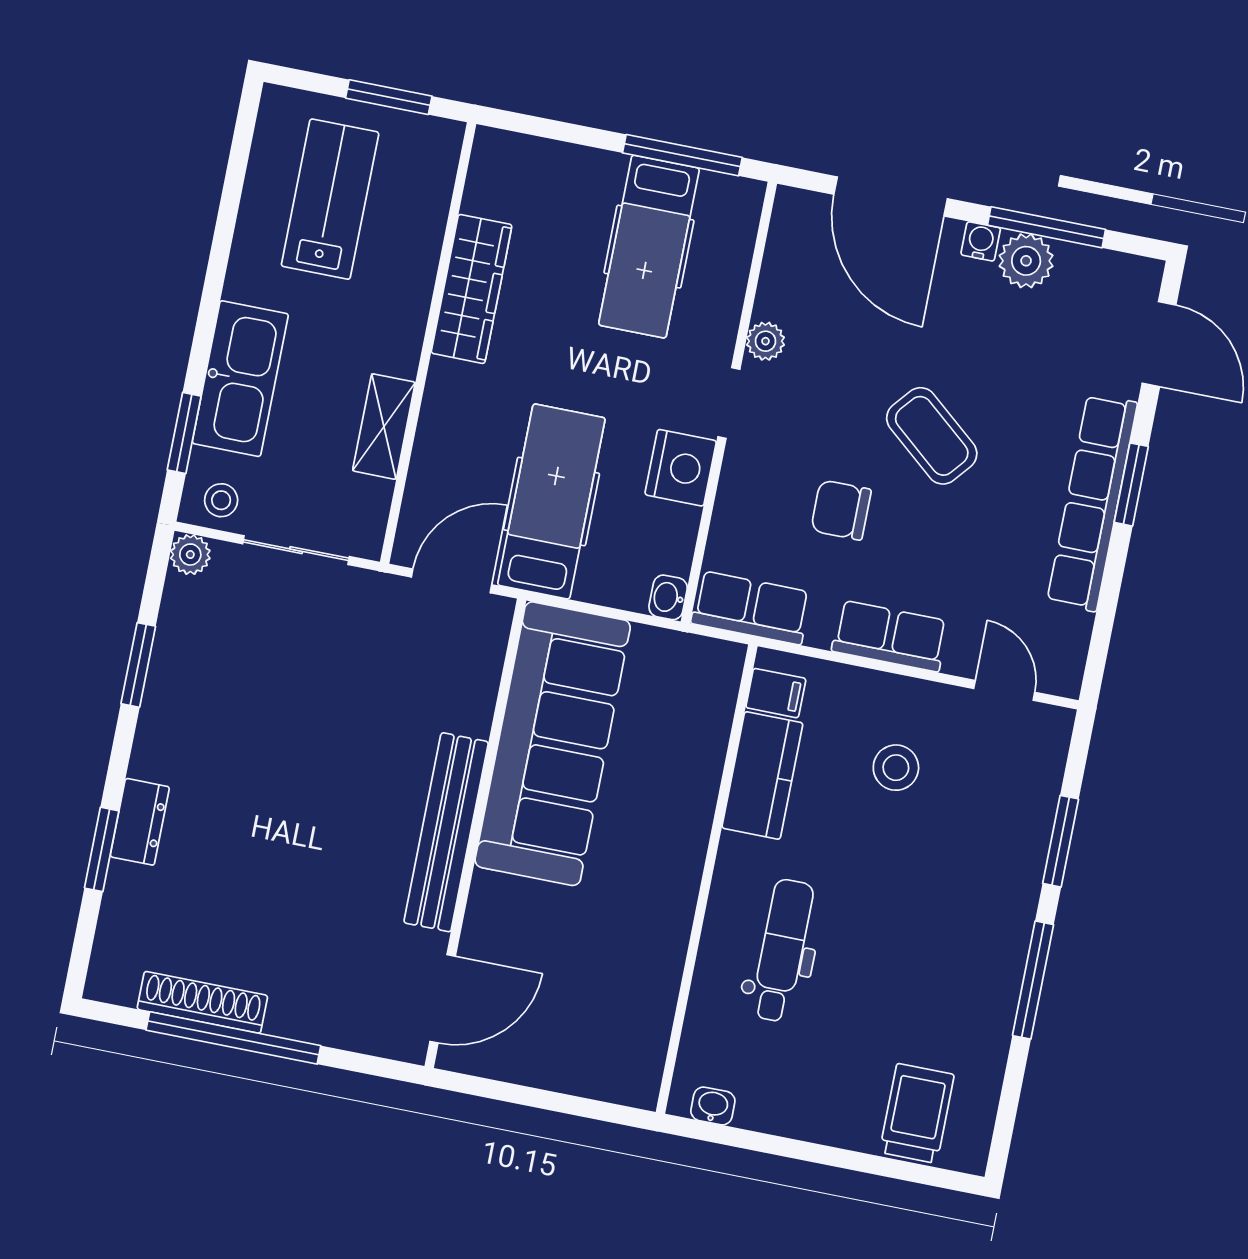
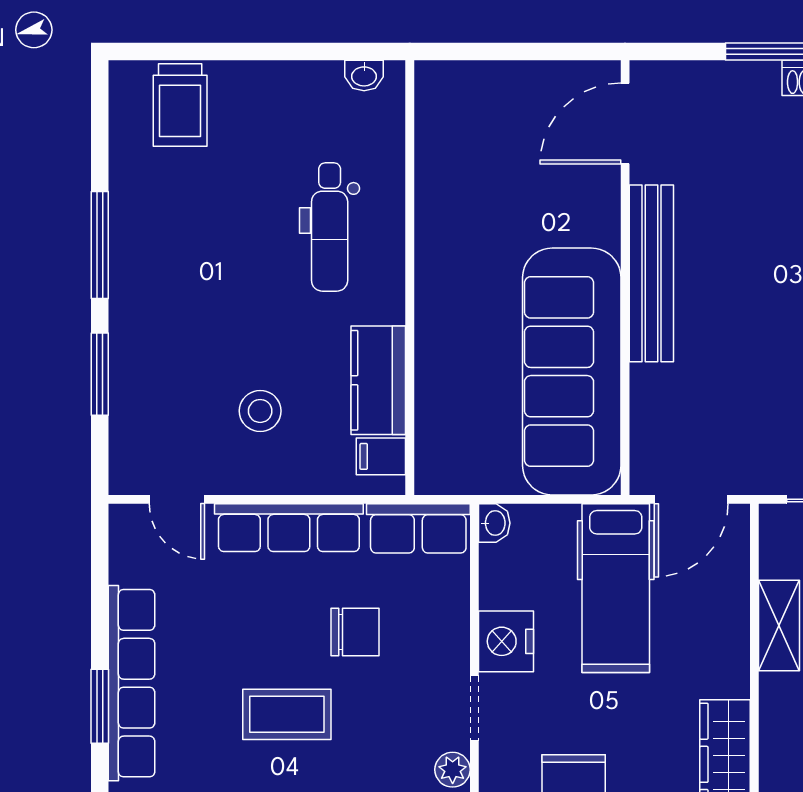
coffee table: (932, 436) -> (287, 714), turned -40
row of seats: (890, 636) -> (289, 528), width x1.48

